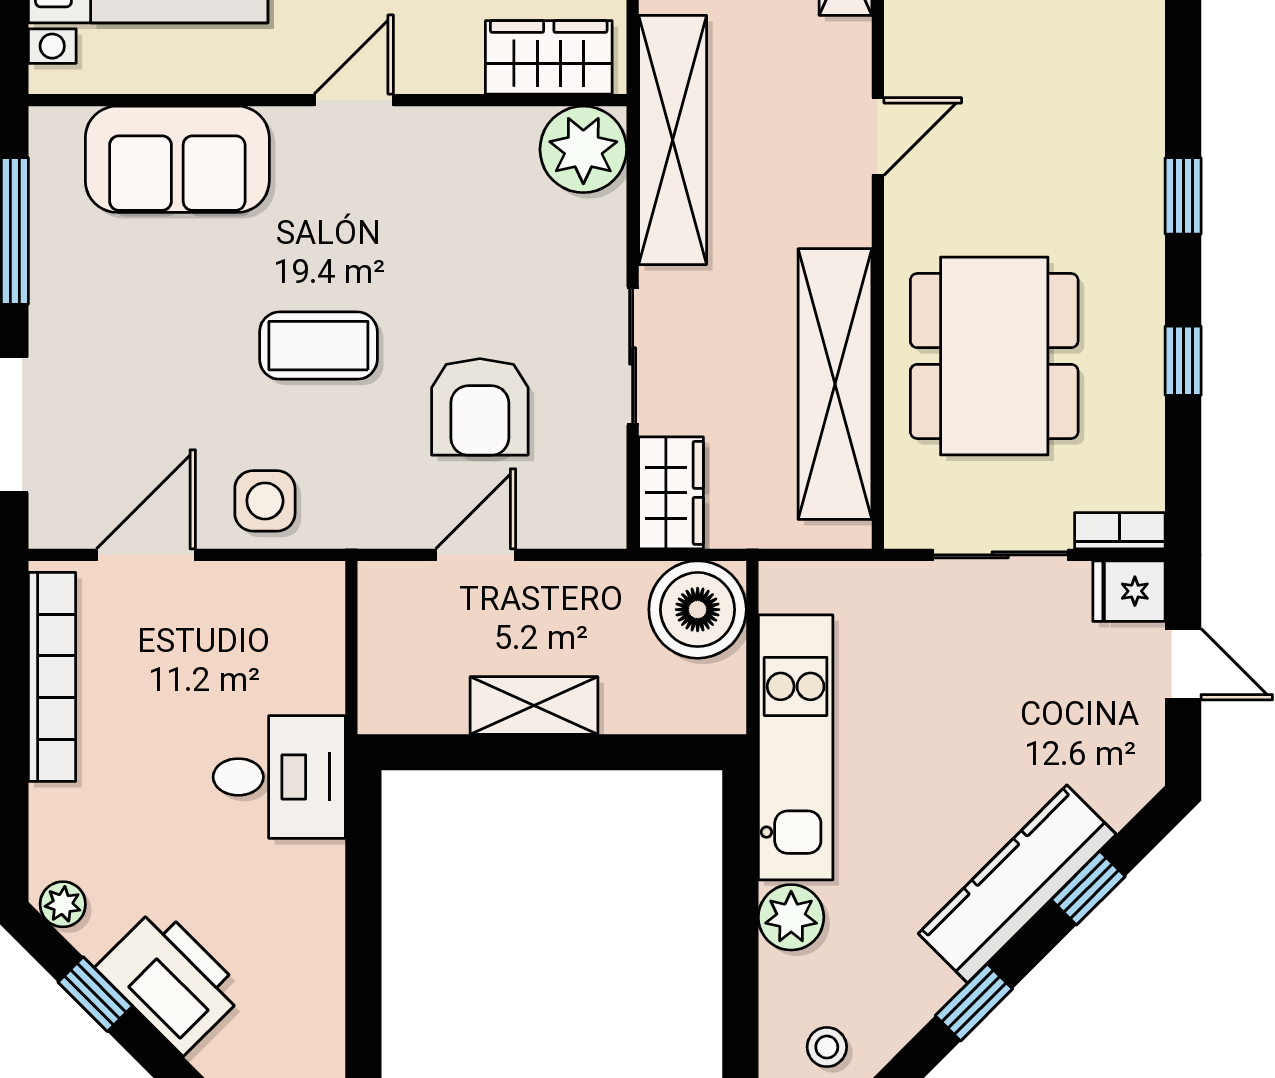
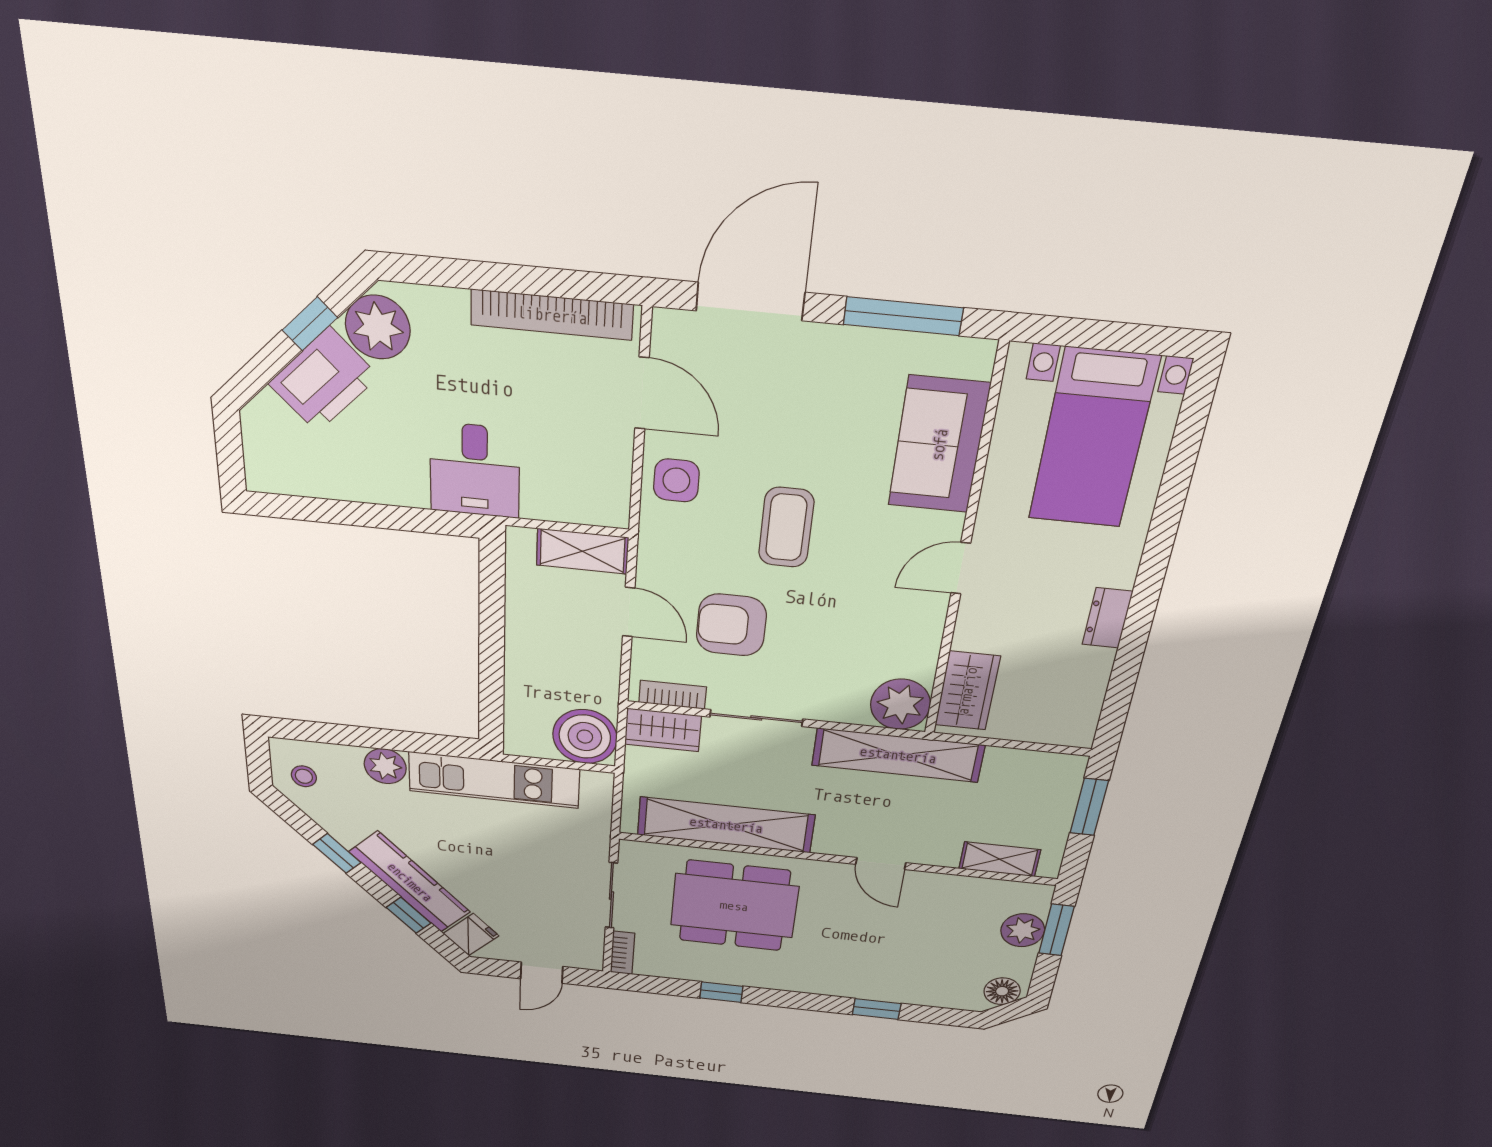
door: (354, 100) -> (961, 568), swing flipped
window: (1183, 196) -> (877, 1009), moved
bookcase: (607, 483) -> (673, 695), added
fridge: (1129, 591) -> (471, 935), moved, turned 45
shelving: (534, 706) -> (582, 551), moved, turned 90
plant: (63, 904) -> (378, 327), width x1.88, depth x1.88

